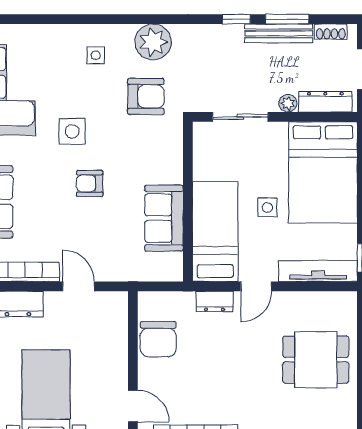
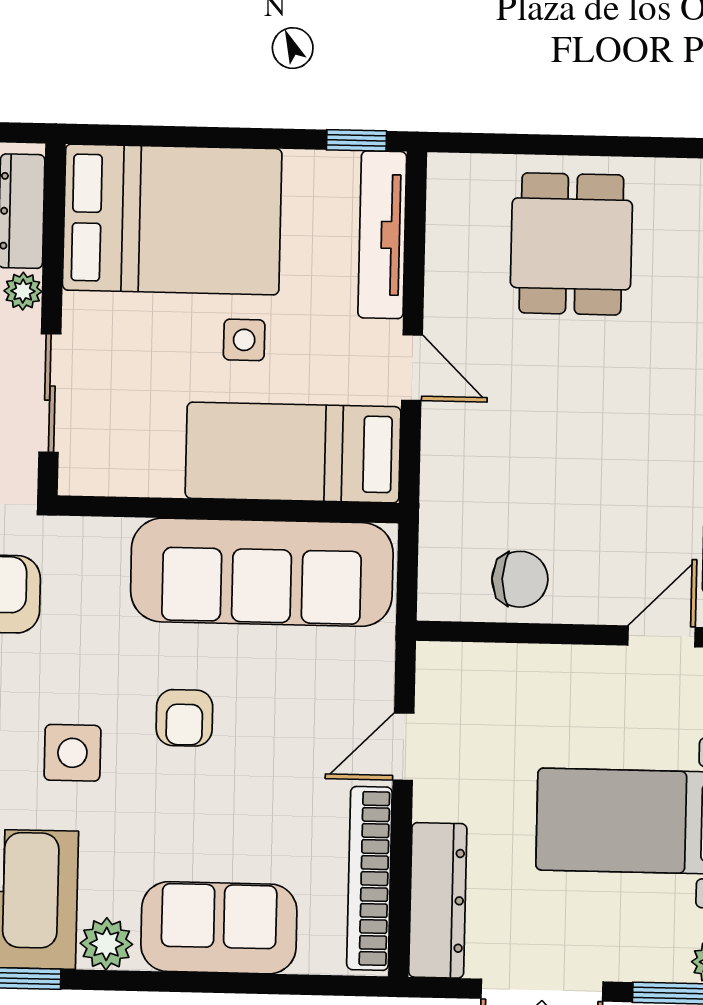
sofa: (164, 218) -> (262, 572), width x1.85, depth x1.27
dresser: (214, 301) -> (442, 457), removed
chair: (158, 339) -> (520, 579), width x0.73, depth x0.73

